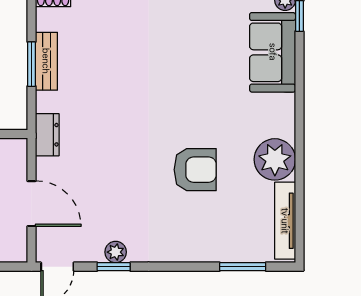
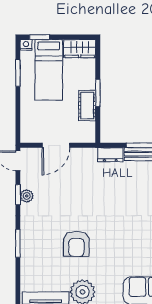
dresser: (47, 135) -> (110, 155), moved
window: (243, 267) -> (18, 243), moved

